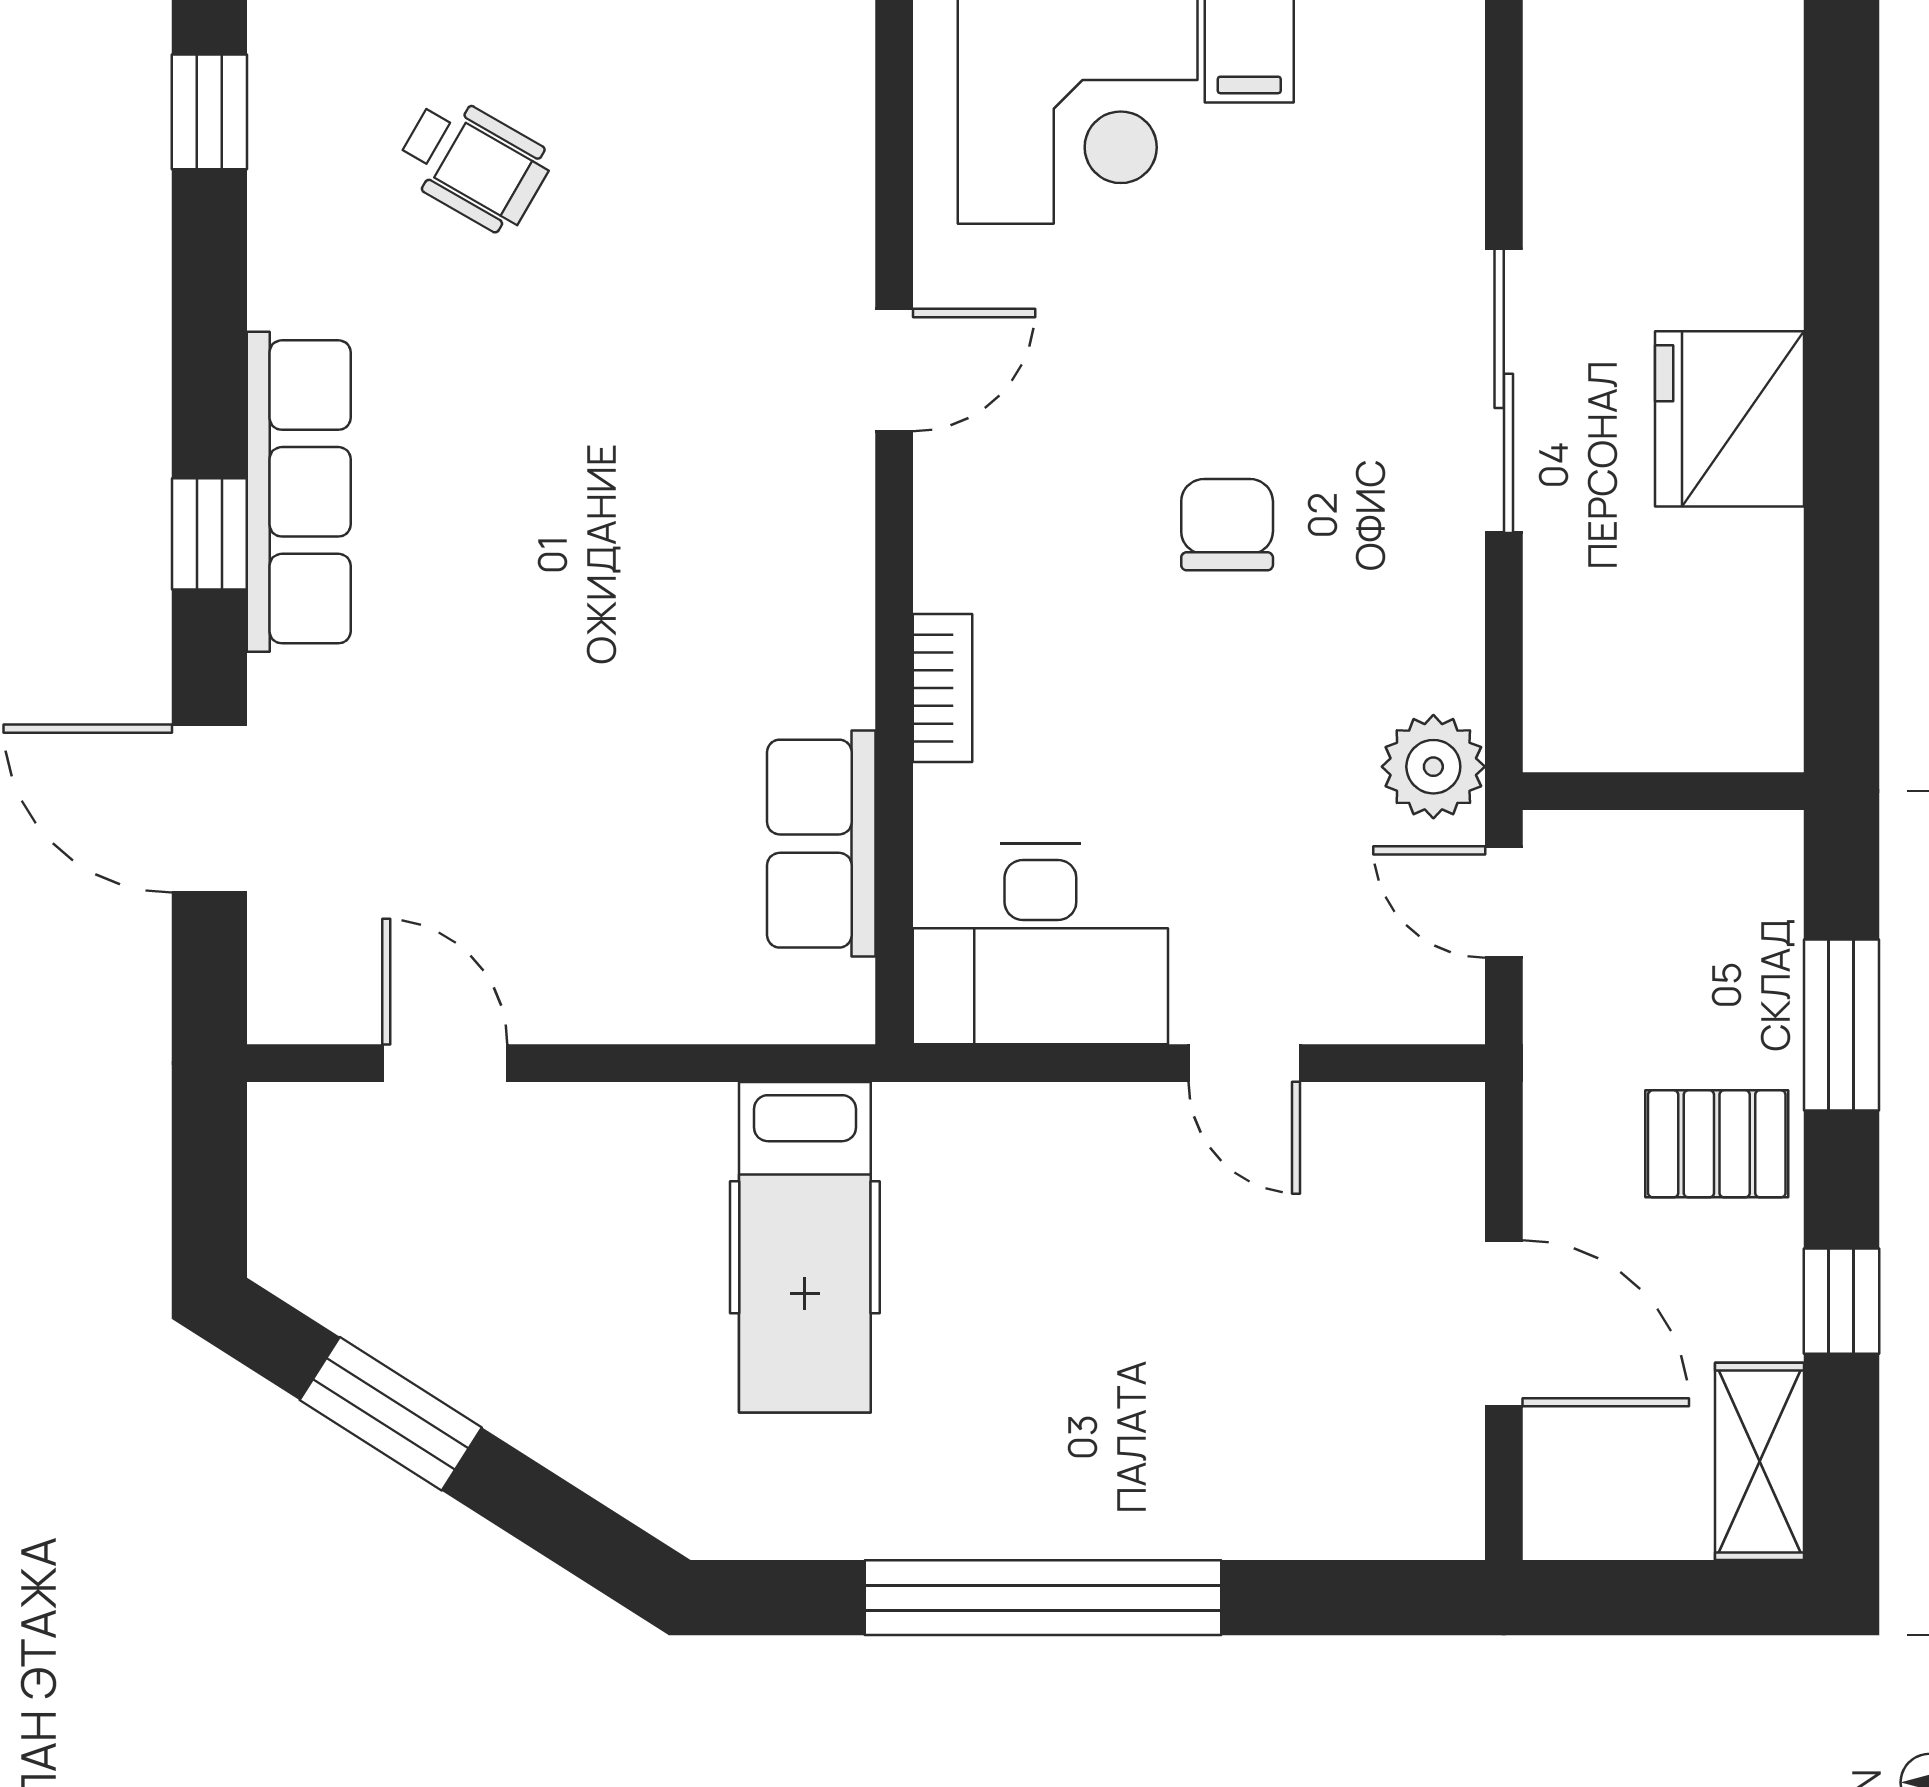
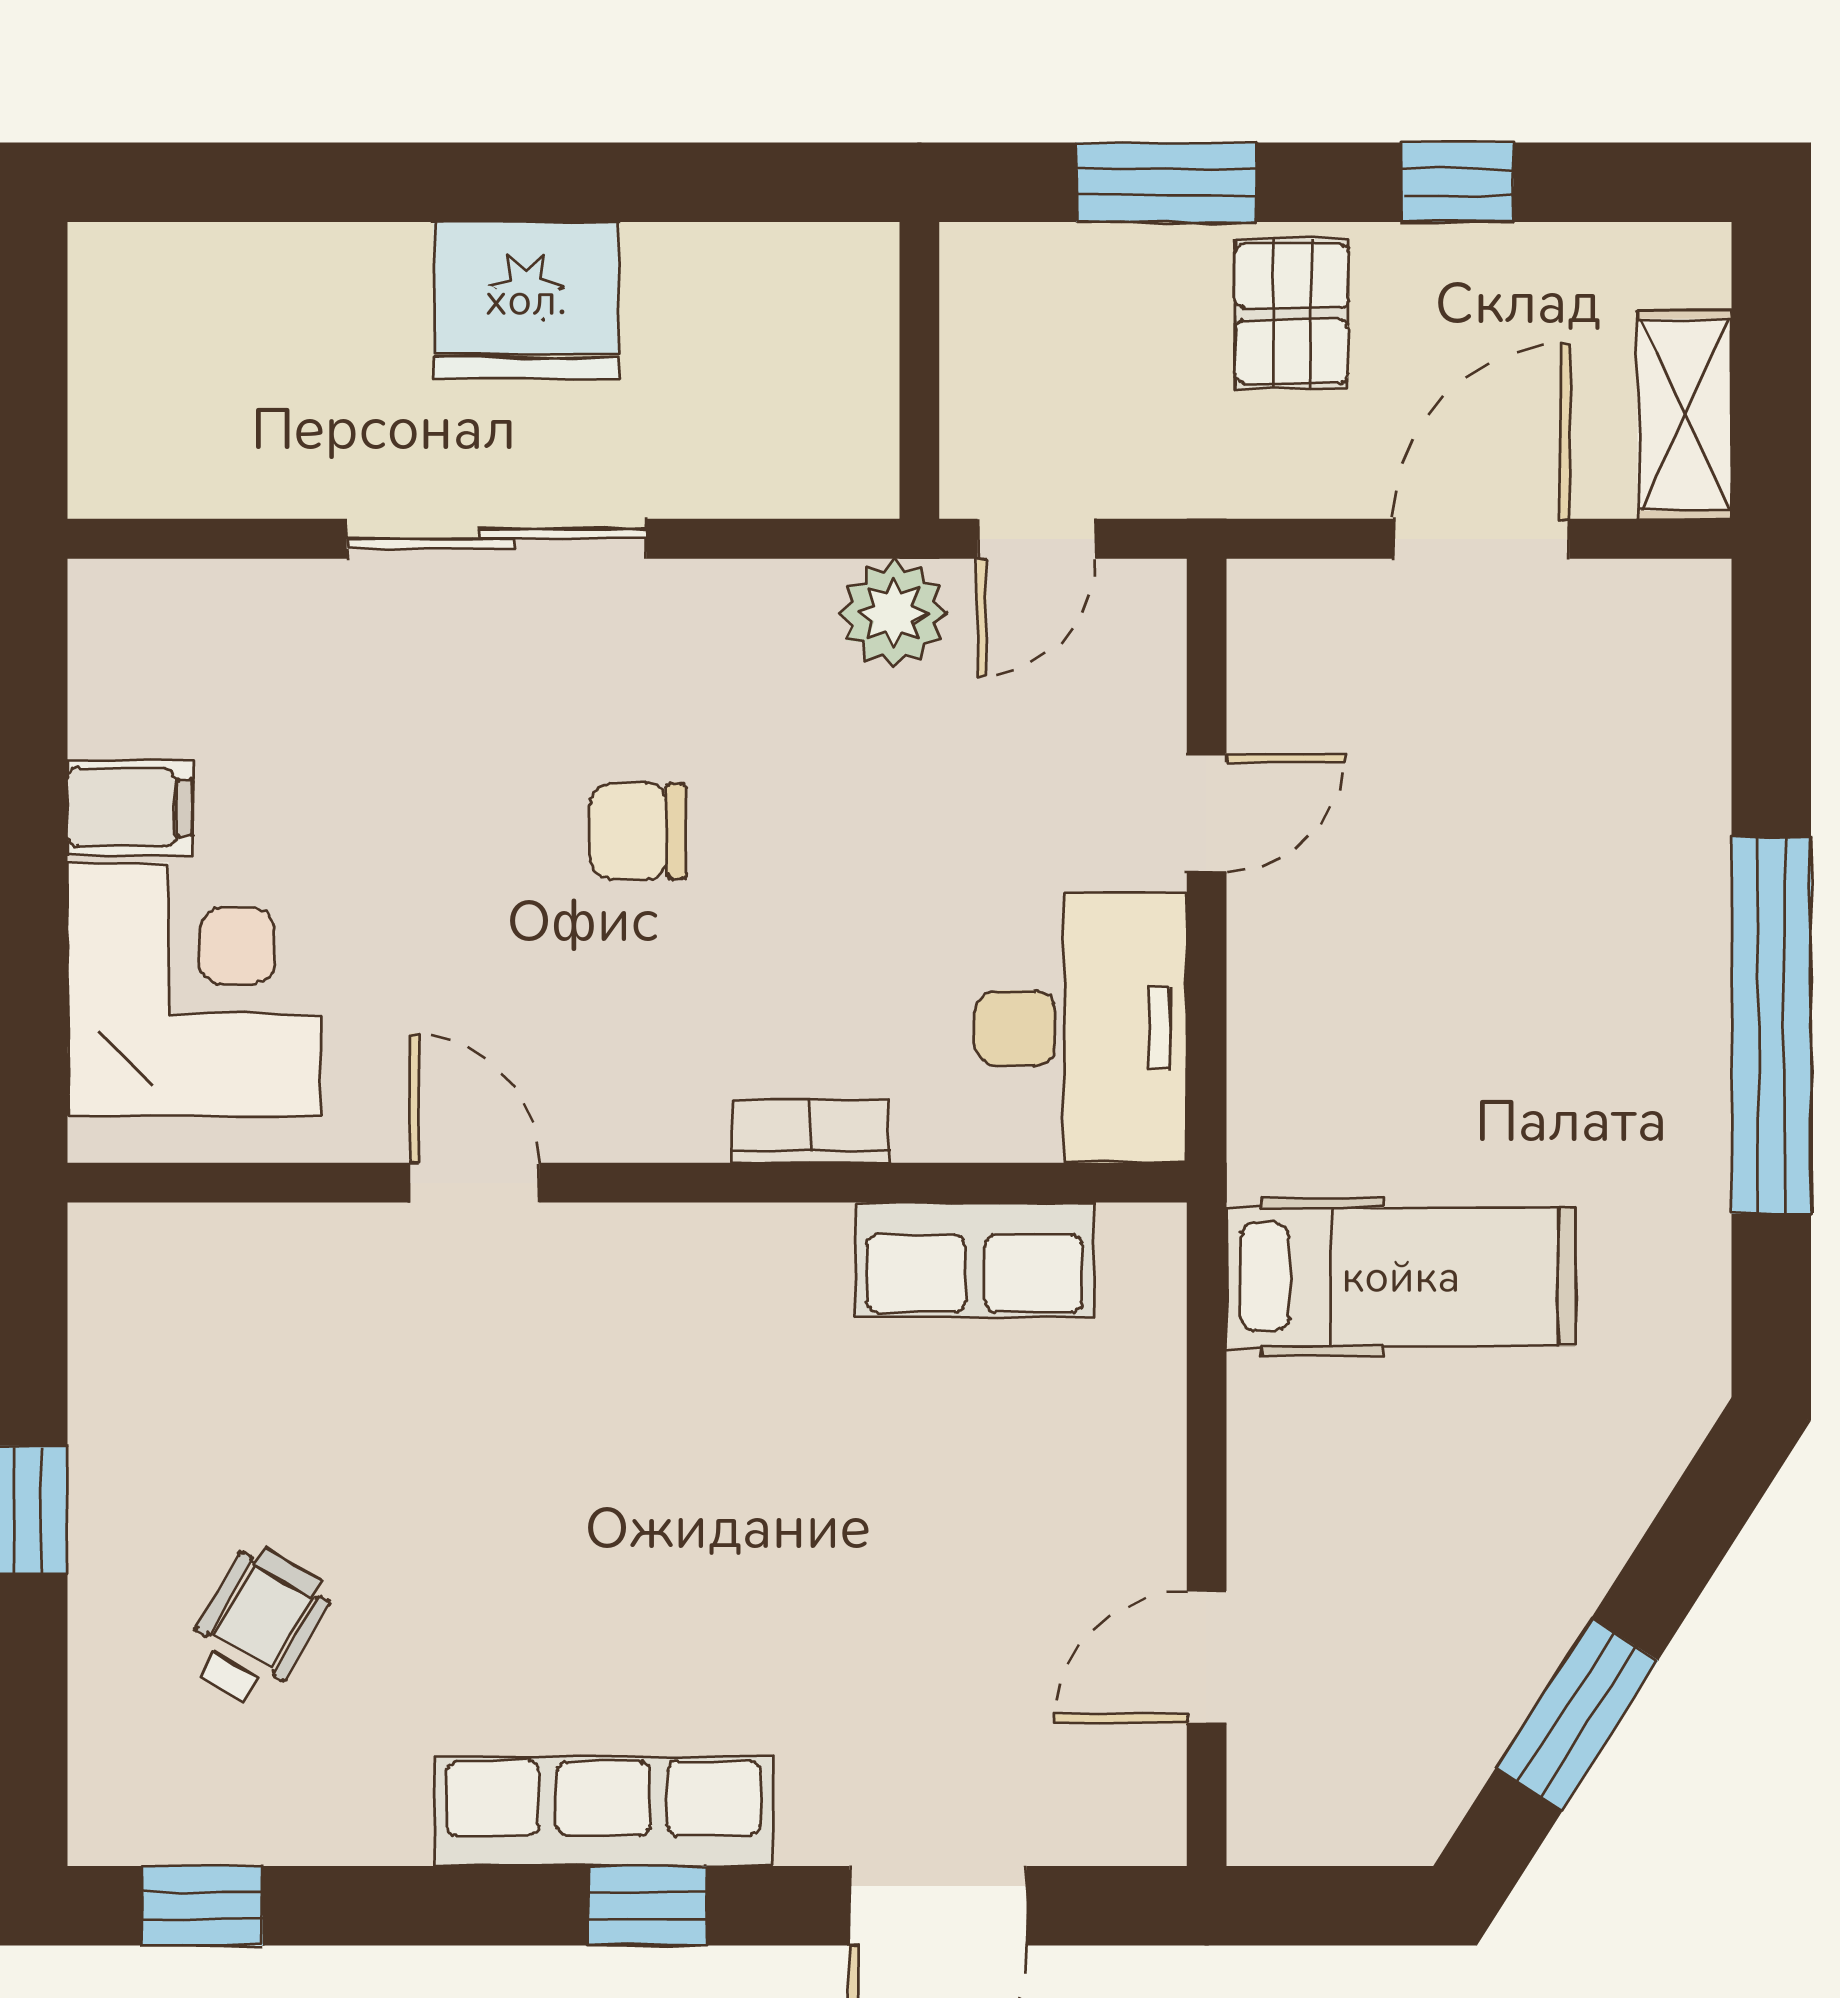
shelving: (1760, 1461) -> (1685, 415), moved, turned 90

